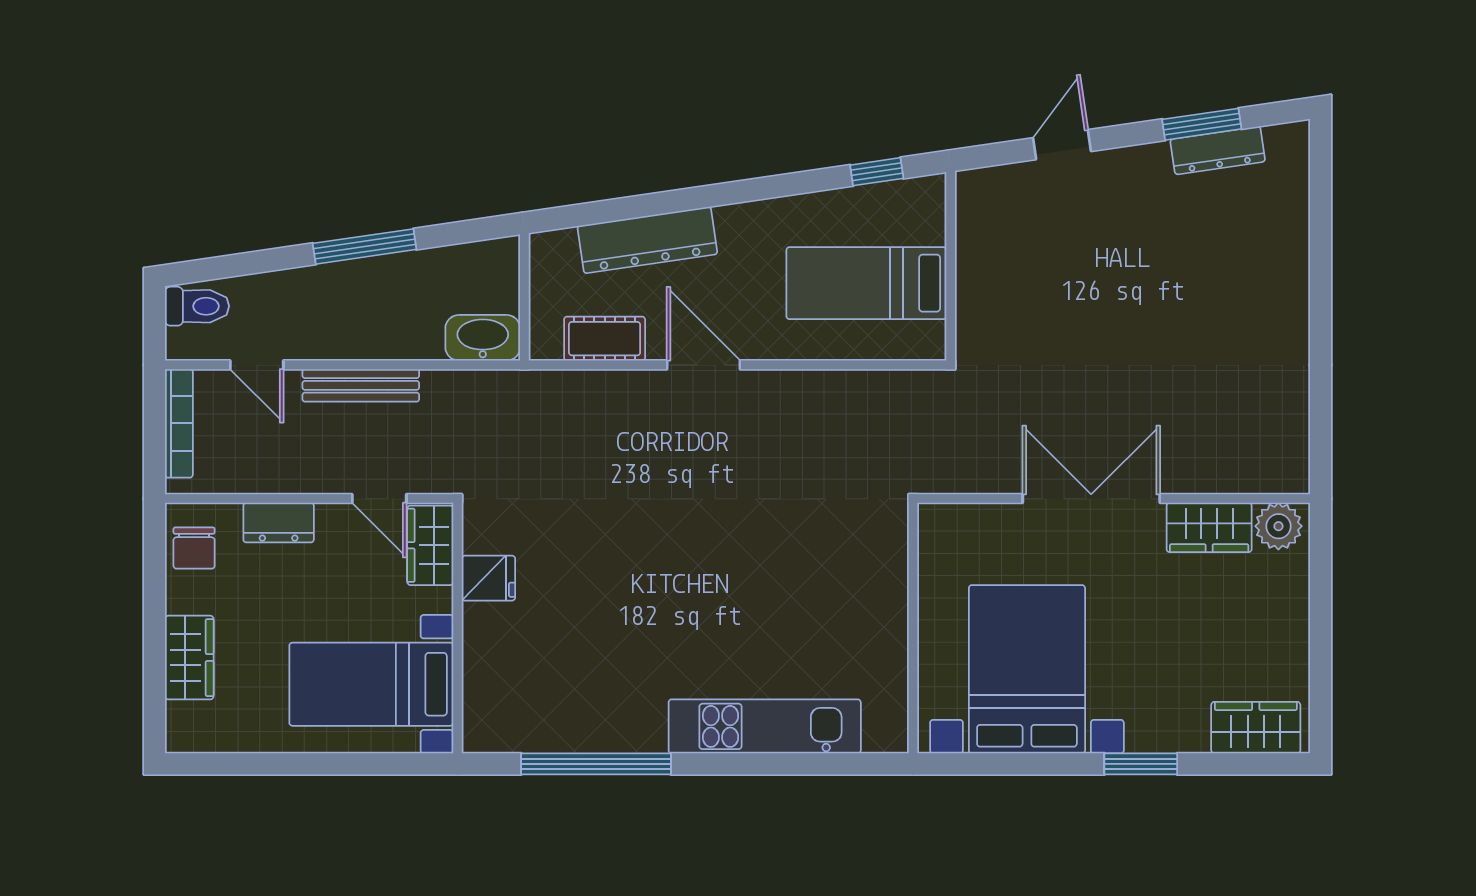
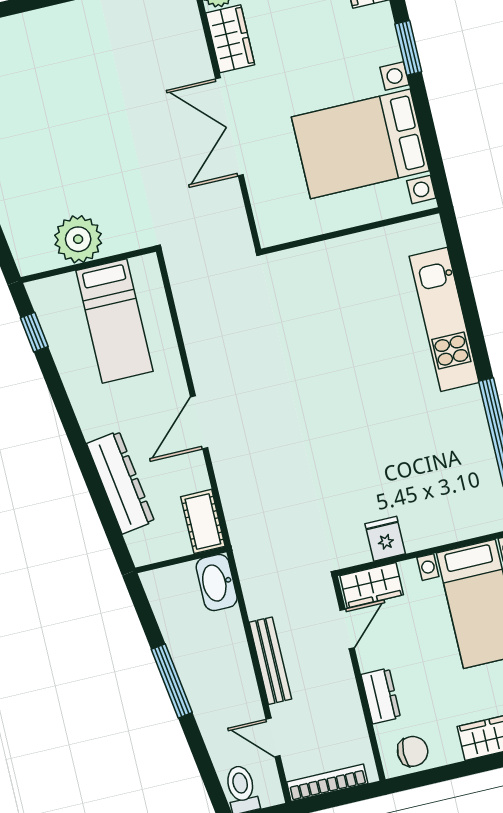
plant: (988, 260) -> (78, 239), added
cot: (605, 339) -> (203, 521), moved
door: (257, 365) -> (273, 737), swing flipped

